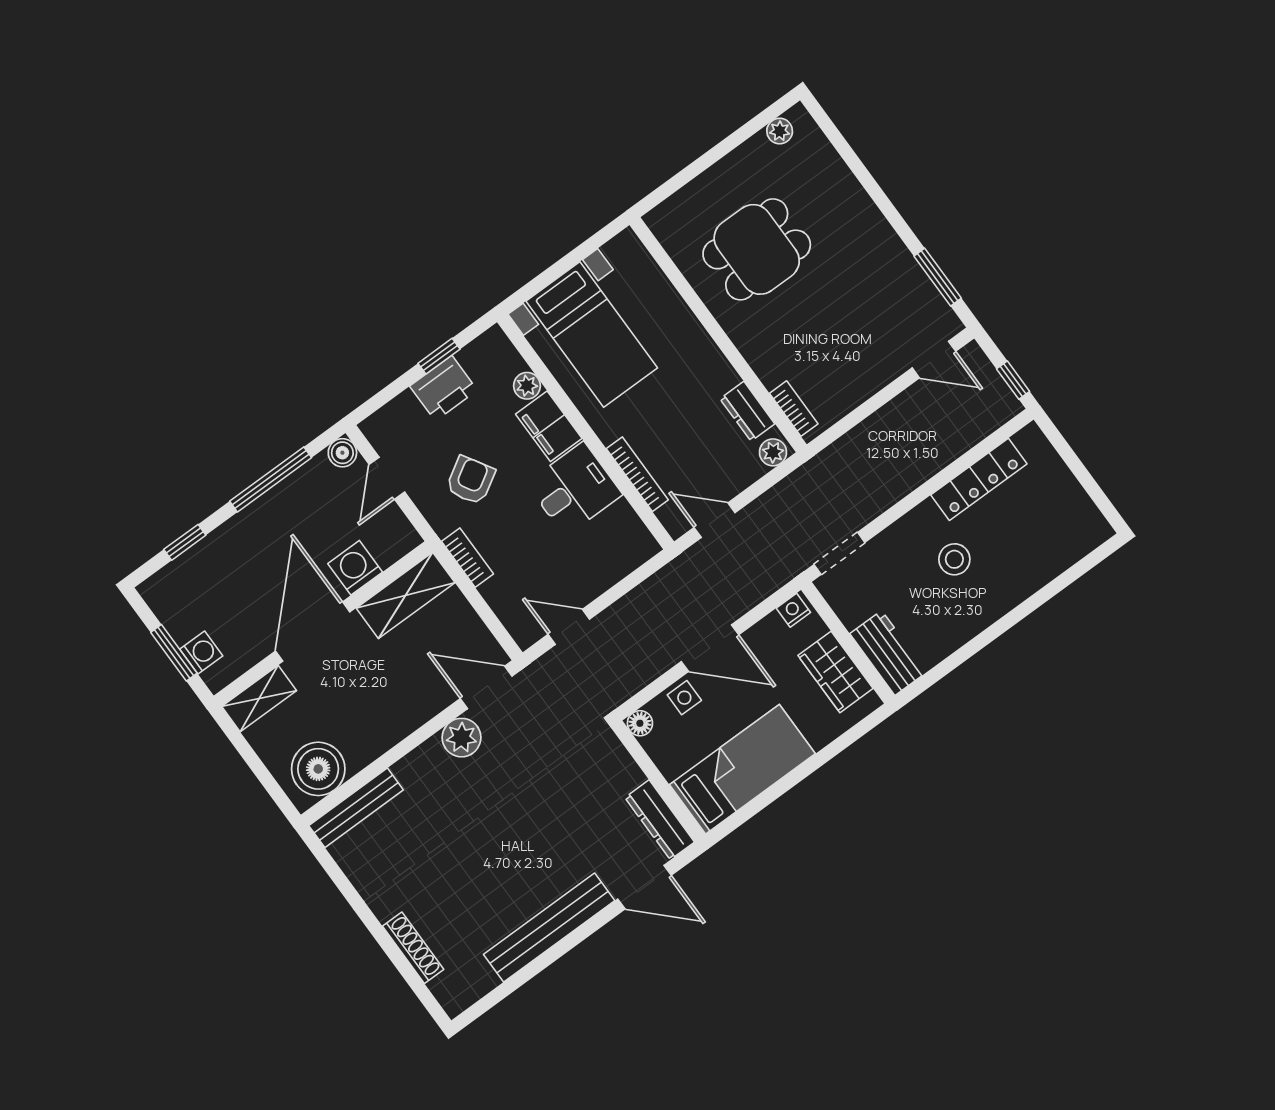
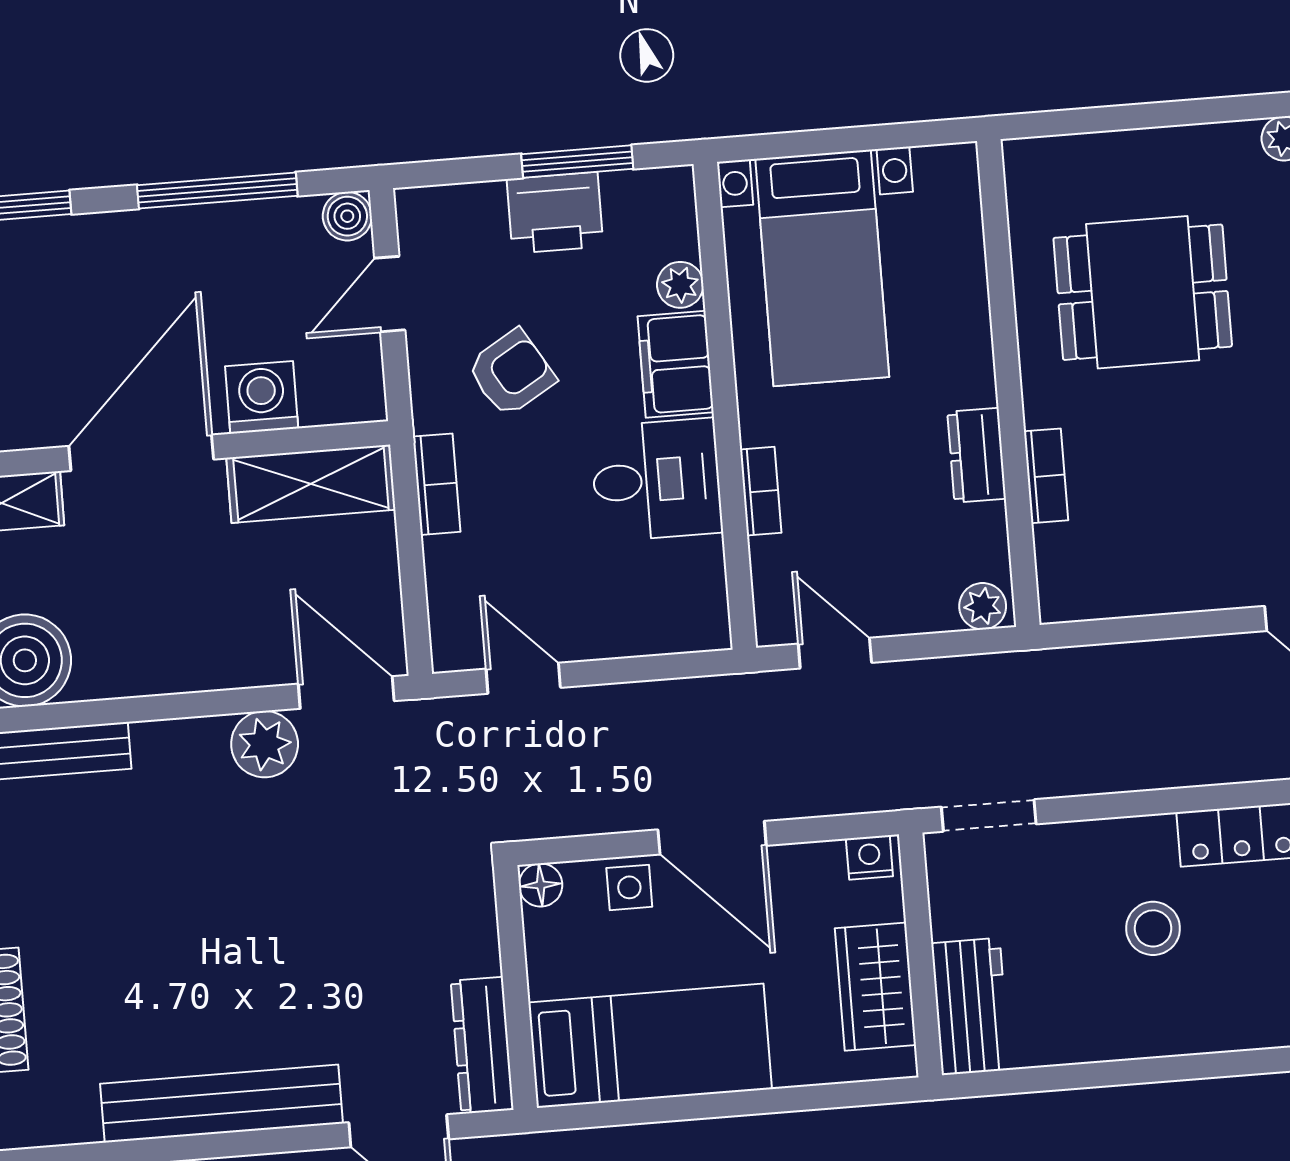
window: (439, 356) -> (577, 161), width x1.50
bookcase: (794, 409) -> (1046, 476), moved
dresser: (747, 411) -> (977, 455), moved
bookcase: (637, 474) -> (761, 491), width x0.64

